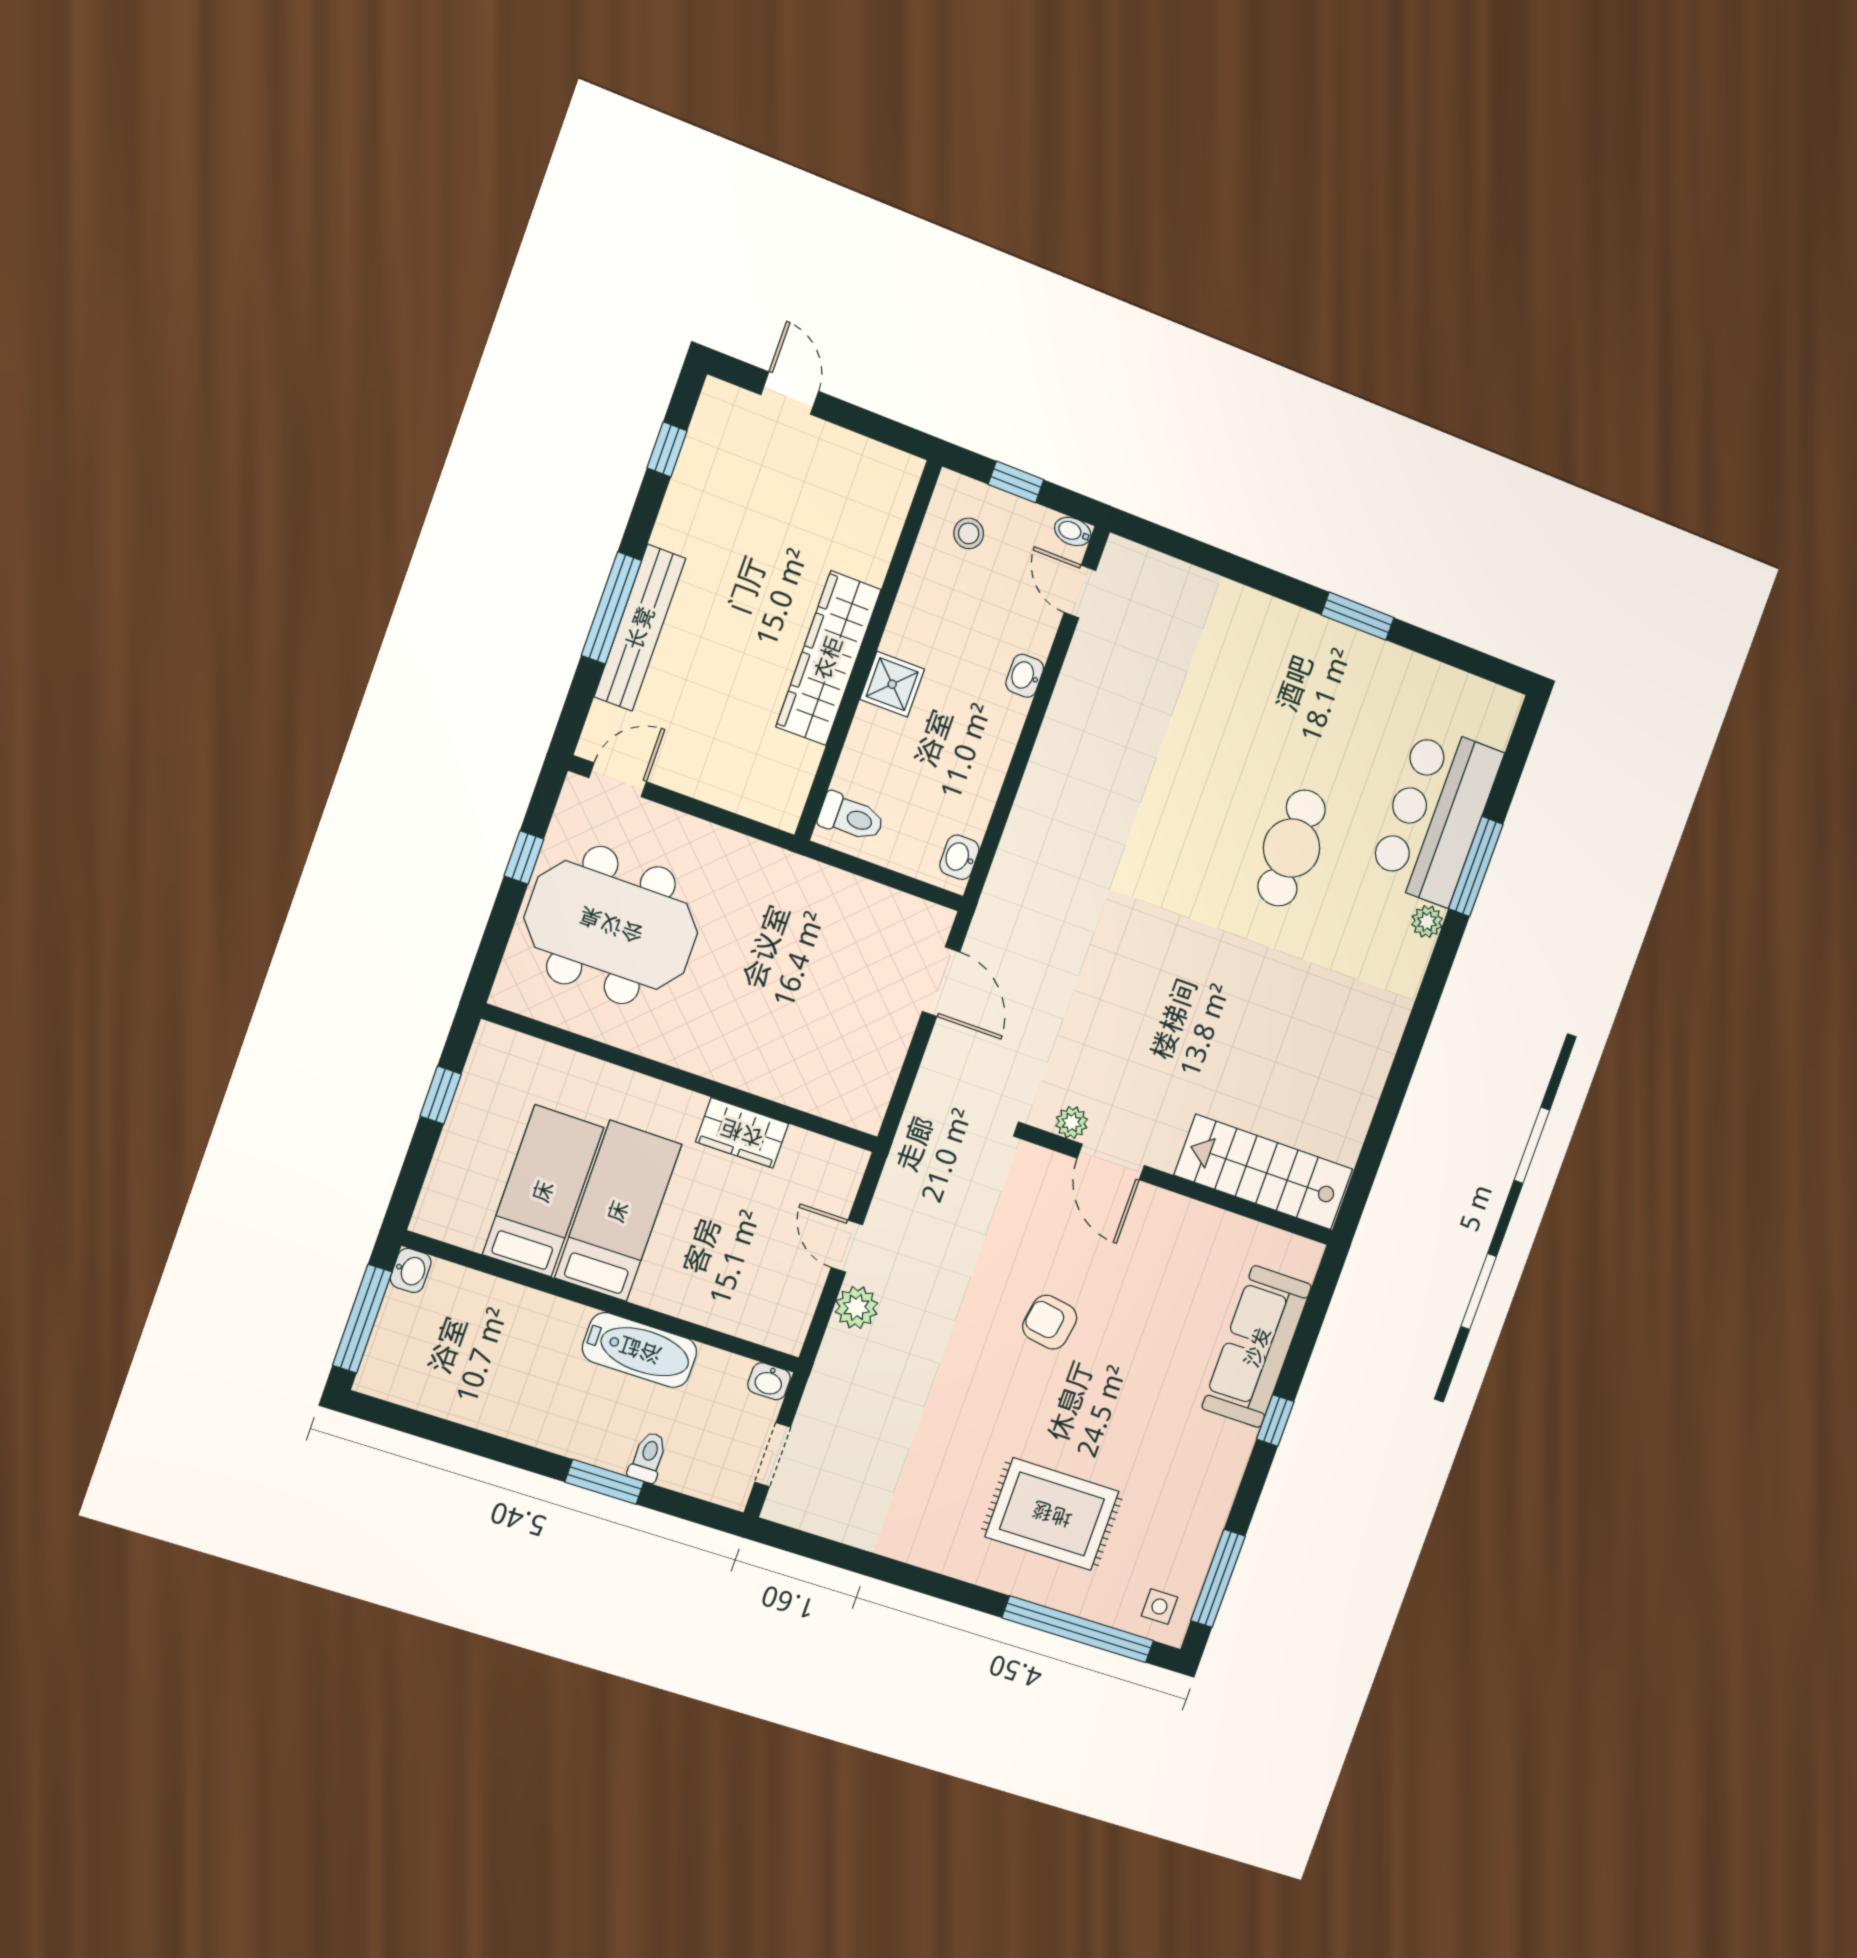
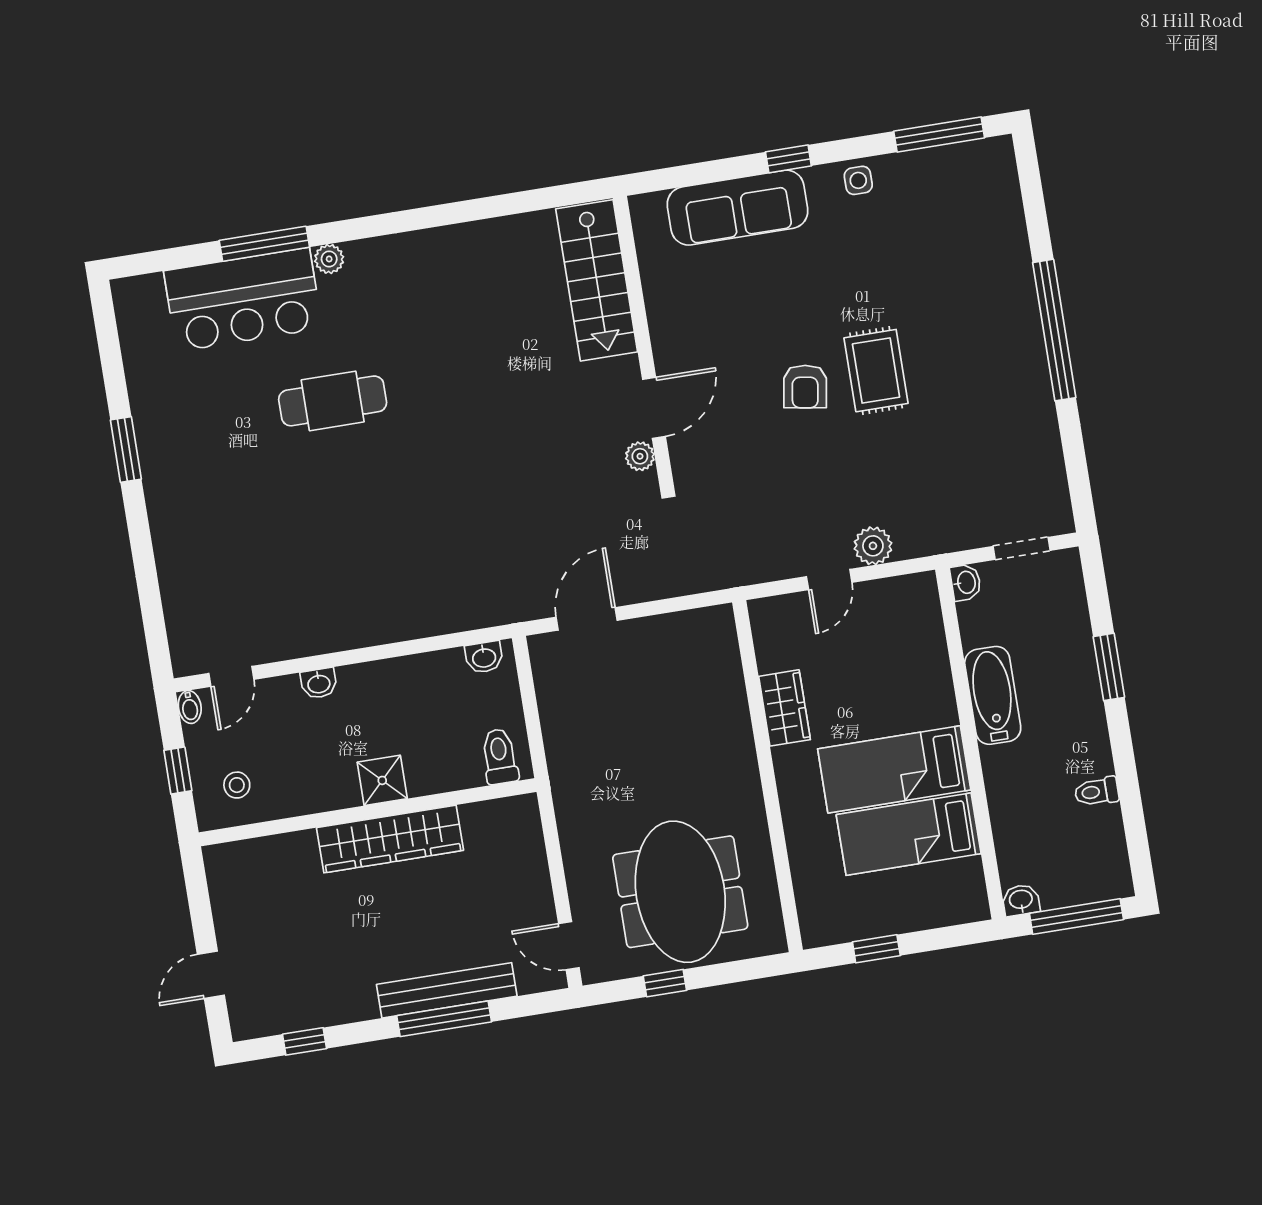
toilet: (648, 1457) -> (1097, 792), moved
rug: (1052, 1514) -> (876, 371), moved, width x0.73, depth x0.70
side table: (1159, 1607) -> (858, 180), moved
window: (1078, 1629) -> (1054, 330), moved

